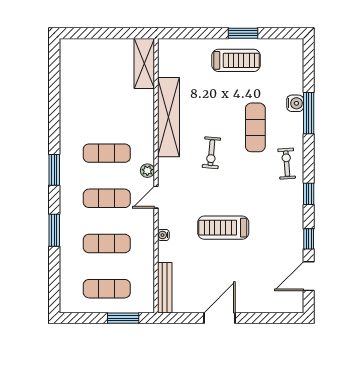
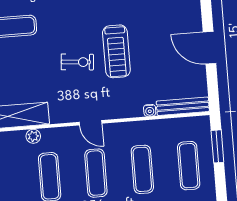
exercise bike: (211, 153) -> (77, 62), moved
plant: (147, 171) -> (33, 136), moved
water cooler: (163, 235) -> (150, 110), moved

